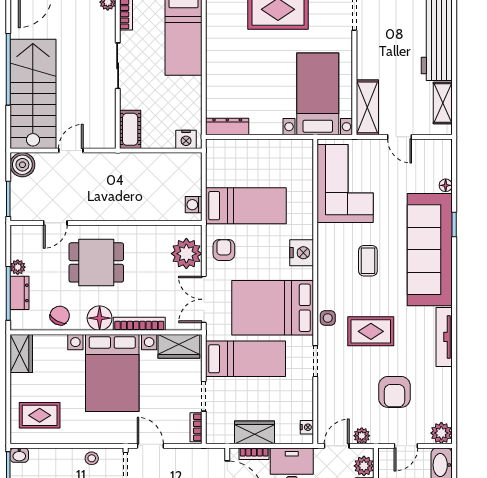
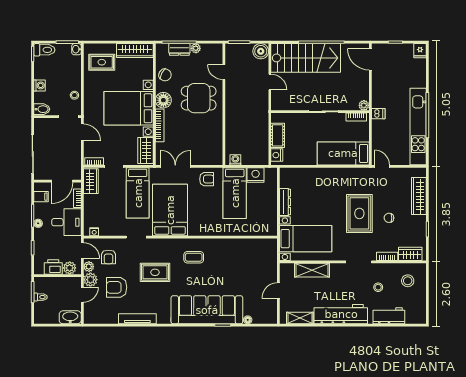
shelving: (367, 107) -> (312, 270), moved
dresser: (227, 126) -> (285, 202), moved
cot: (130, 129) -> (278, 135), moved, turned 90
corner sofa: (345, 184) -> (249, 256), removed
nightstand: (302, 253) -> (256, 175), moved, turned 180
plant: (186, 254) -> (204, 155), removed
coffee table: (368, 261) -> (194, 257), moved
dining table: (96, 262) -> (199, 98), turned 90
side table: (328, 318) -> (163, 245), removed
rug: (371, 331) -> (155, 272), turned 90
tv unit: (444, 337) -> (137, 319), moved
wardrobe: (21, 353) -> (135, 50), width x1.50
armchair: (347, 405) -> (109, 257), added
rug: (40, 415) -> (102, 62), turned 90
wardrobe: (255, 432) -> (91, 181), moved
plant: (441, 433) -> (90, 280), moved
door: (150, 446) -> (82, 132), hinge flipped
door: (406, 446) -> (82, 295), swing flipped

